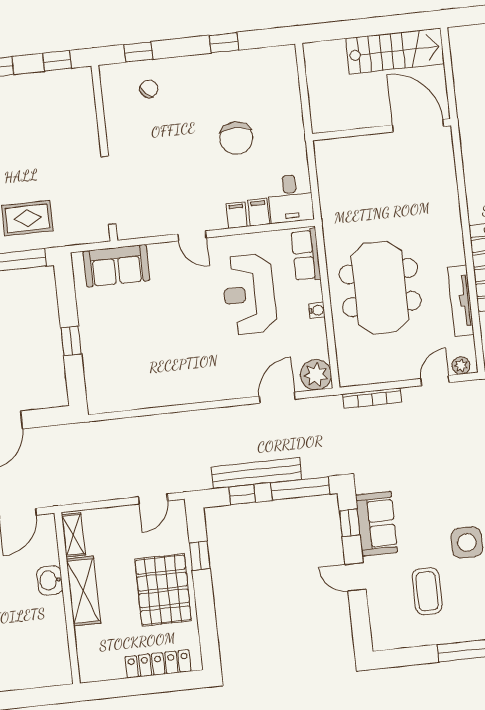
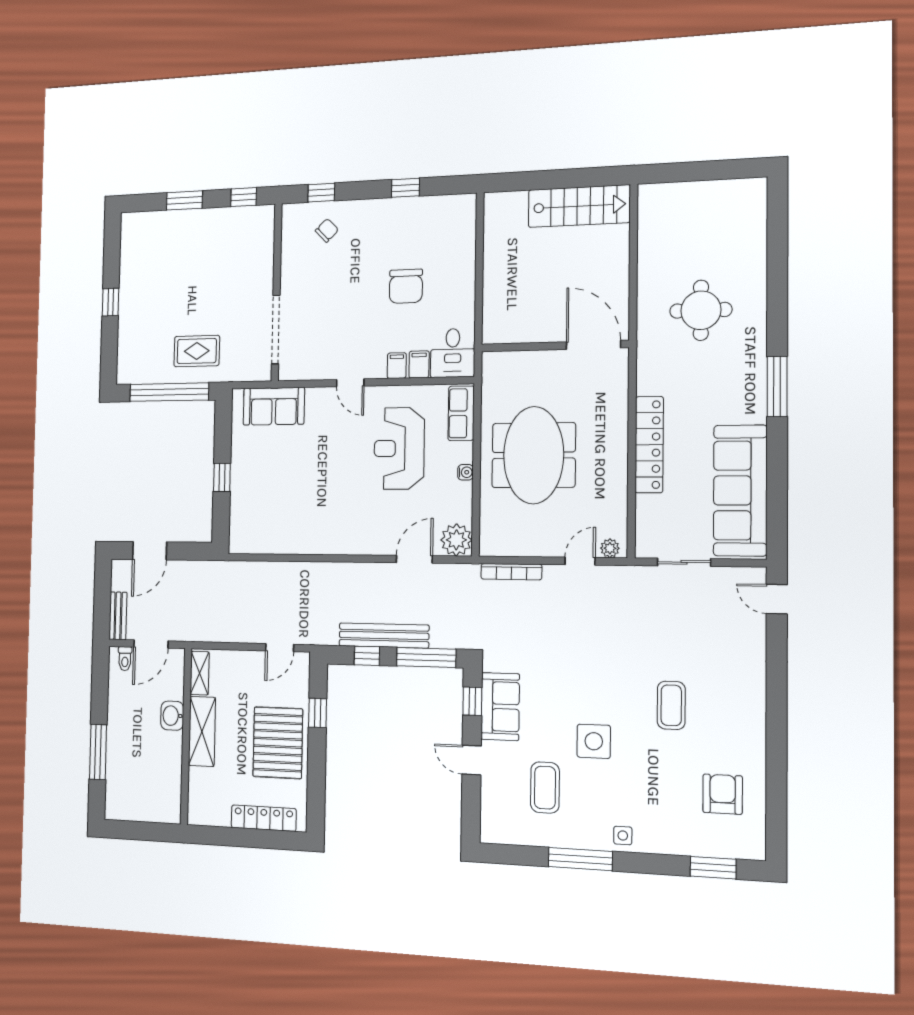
door: (418, 126) -> (593, 345), moved
wall: (382, 130) -> (554, 346), moved
tv unit: (461, 301) -> (618, 478), removed

